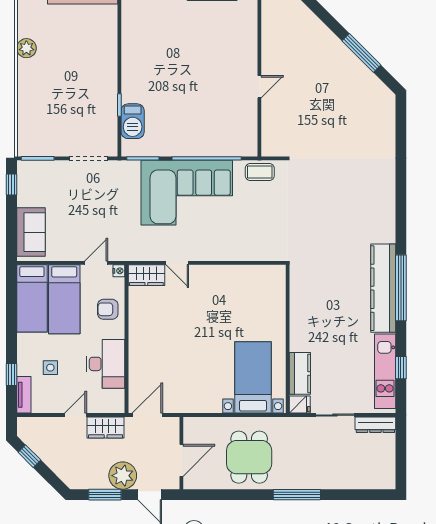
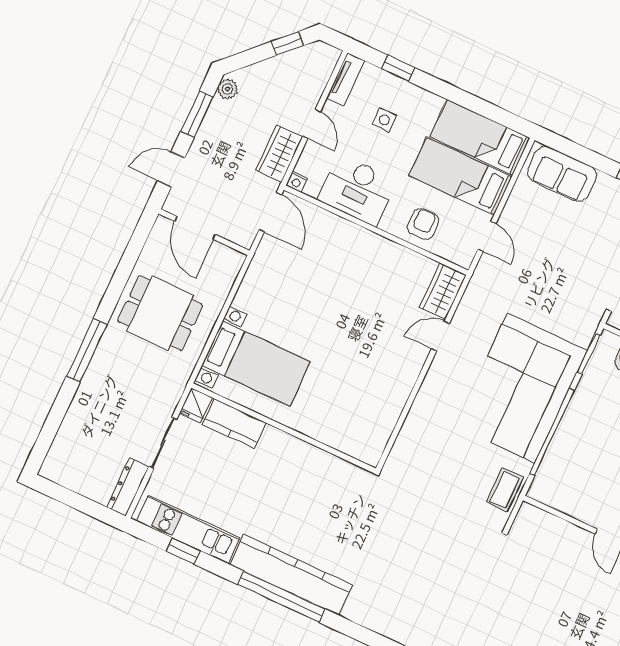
nightstand: (119, 271) -> (297, 182), moved
tv unit: (24, 395) -> (346, 79), moved, turned -90
plant: (123, 476) -> (228, 89), moved, width x0.53, depth x0.53

